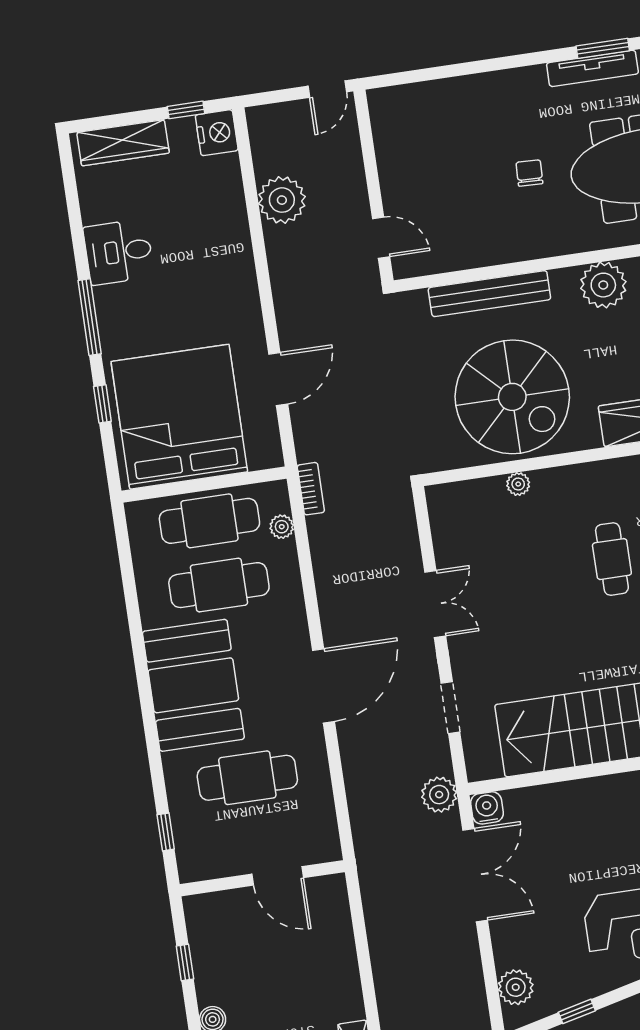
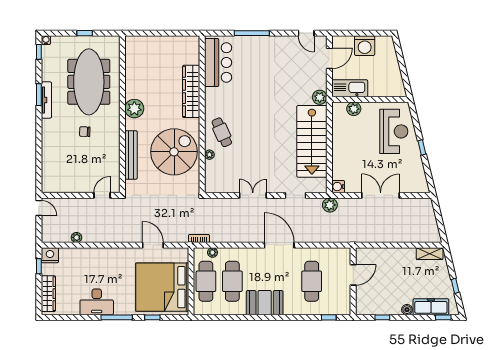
plant: (282, 200) -> (76, 237), width x0.53, depth x0.53
desk: (119, 252) -> (97, 302), width x1.37
cafe table: (612, 559) -> (222, 132), moved, turned 66
booth: (193, 685) -> (265, 303), width x0.73, depth x0.70
double door: (475, 875) -> (381, 195), moved
plant: (516, 987) -> (412, 186), removed
window: (577, 1011) -> (422, 147), moved

